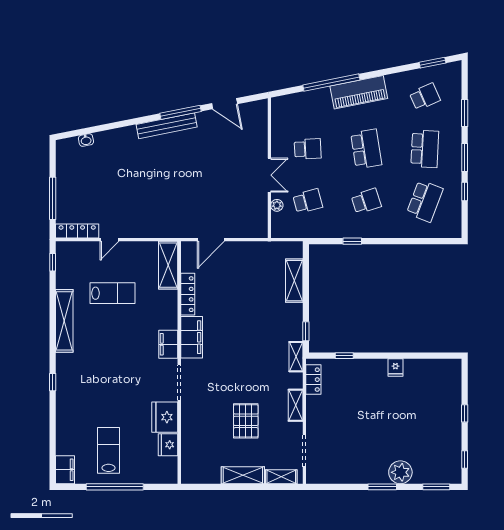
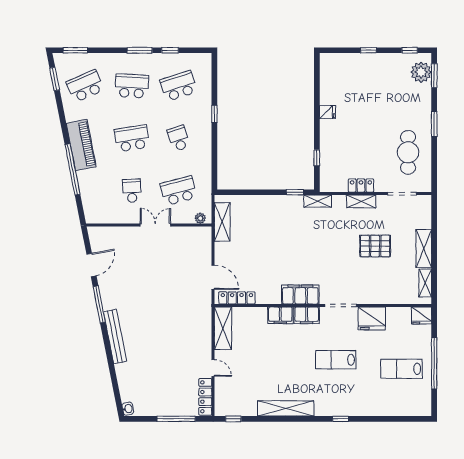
school desk: (425, 97) -> (85, 86), width x1.85
window: (465, 113) -> (75, 50), moved
bench: (167, 126) -> (115, 336), moved
washbasin: (86, 140) -> (128, 409), moved
school desk: (308, 201) -> (179, 191), width x1.85
school desk: (425, 201) -> (179, 86), turned -39
plant: (277, 205) -> (200, 218), moved
window: (352, 241) -> (214, 114), moved
shelving: (168, 265) -> (223, 328), moved, turned 90
shelving: (294, 281) -> (222, 222), moved, turned 90
lab bench: (112, 293) -> (336, 360), moved, turned -90
locker: (188, 294) -> (237, 298), moved
locker: (313, 380) -> (361, 186), moved
fridge: (168, 445) -> (421, 316), moved
cafe table: (351, 458) -> (408, 152), added
filing cabinet: (65, 470) -> (280, 315), moved, turned 180
plant: (400, 472) -> (421, 72), moved
shelving: (281, 477) -> (425, 283), moved

